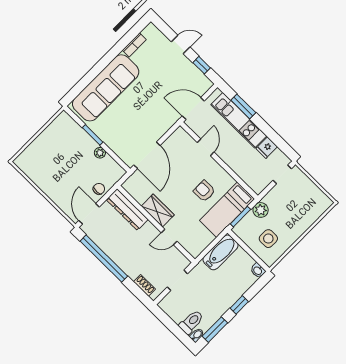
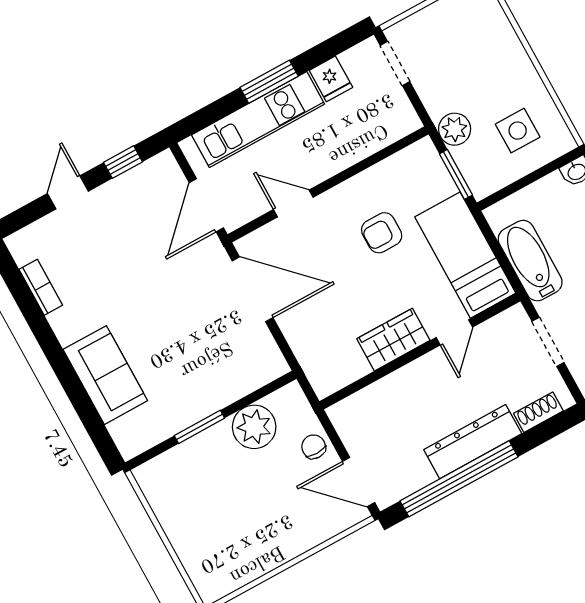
sofa: (106, 88) -> (105, 375), width x0.54, depth x0.79
window: (243, 106) -> (269, 82), moved
plant: (100, 153) -> (254, 427), width x1.88, depth x1.88
door: (147, 155) -> (253, 289), moved
dresser: (127, 210) -> (473, 442), moved, turned 180
bed: (227, 210) -> (465, 255), moved, turned 180
bathtub: (221, 252) -> (530, 261), moved

